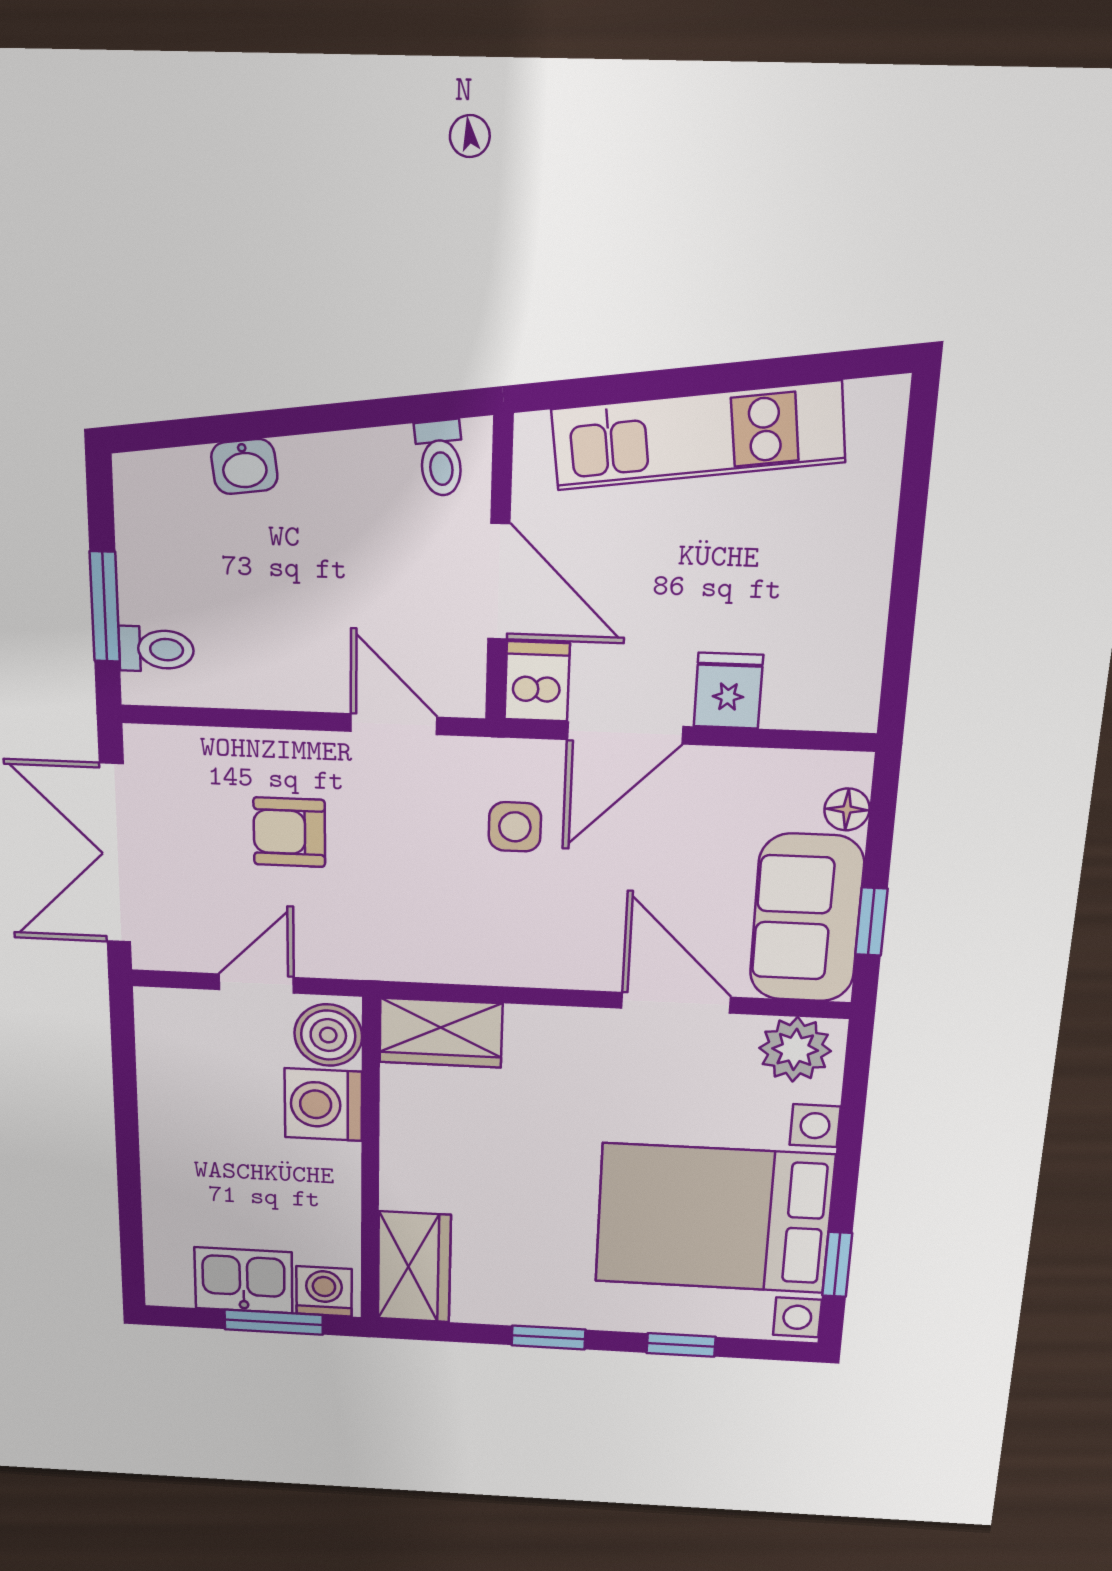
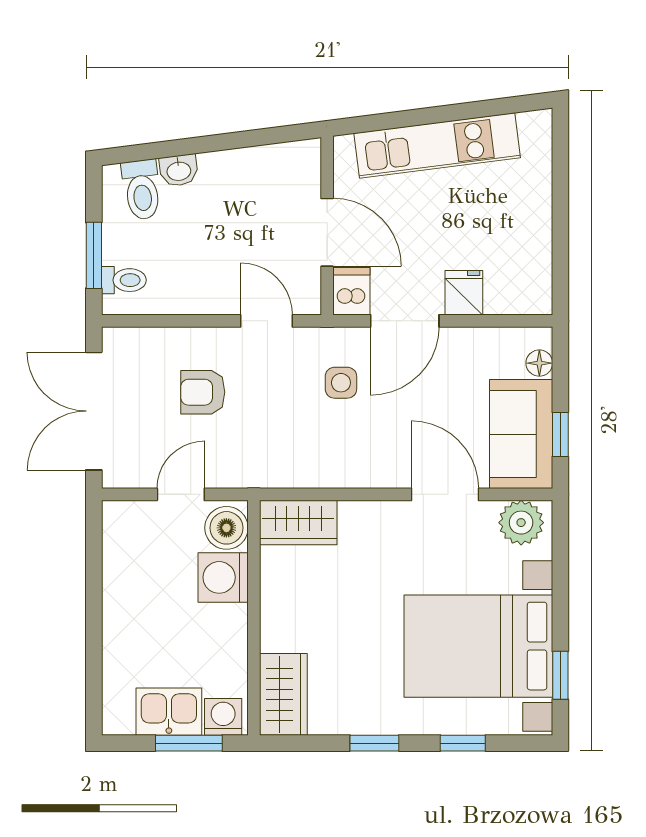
toilet: (440, 458) -> (142, 190), moved, width x1.37, depth x1.39

